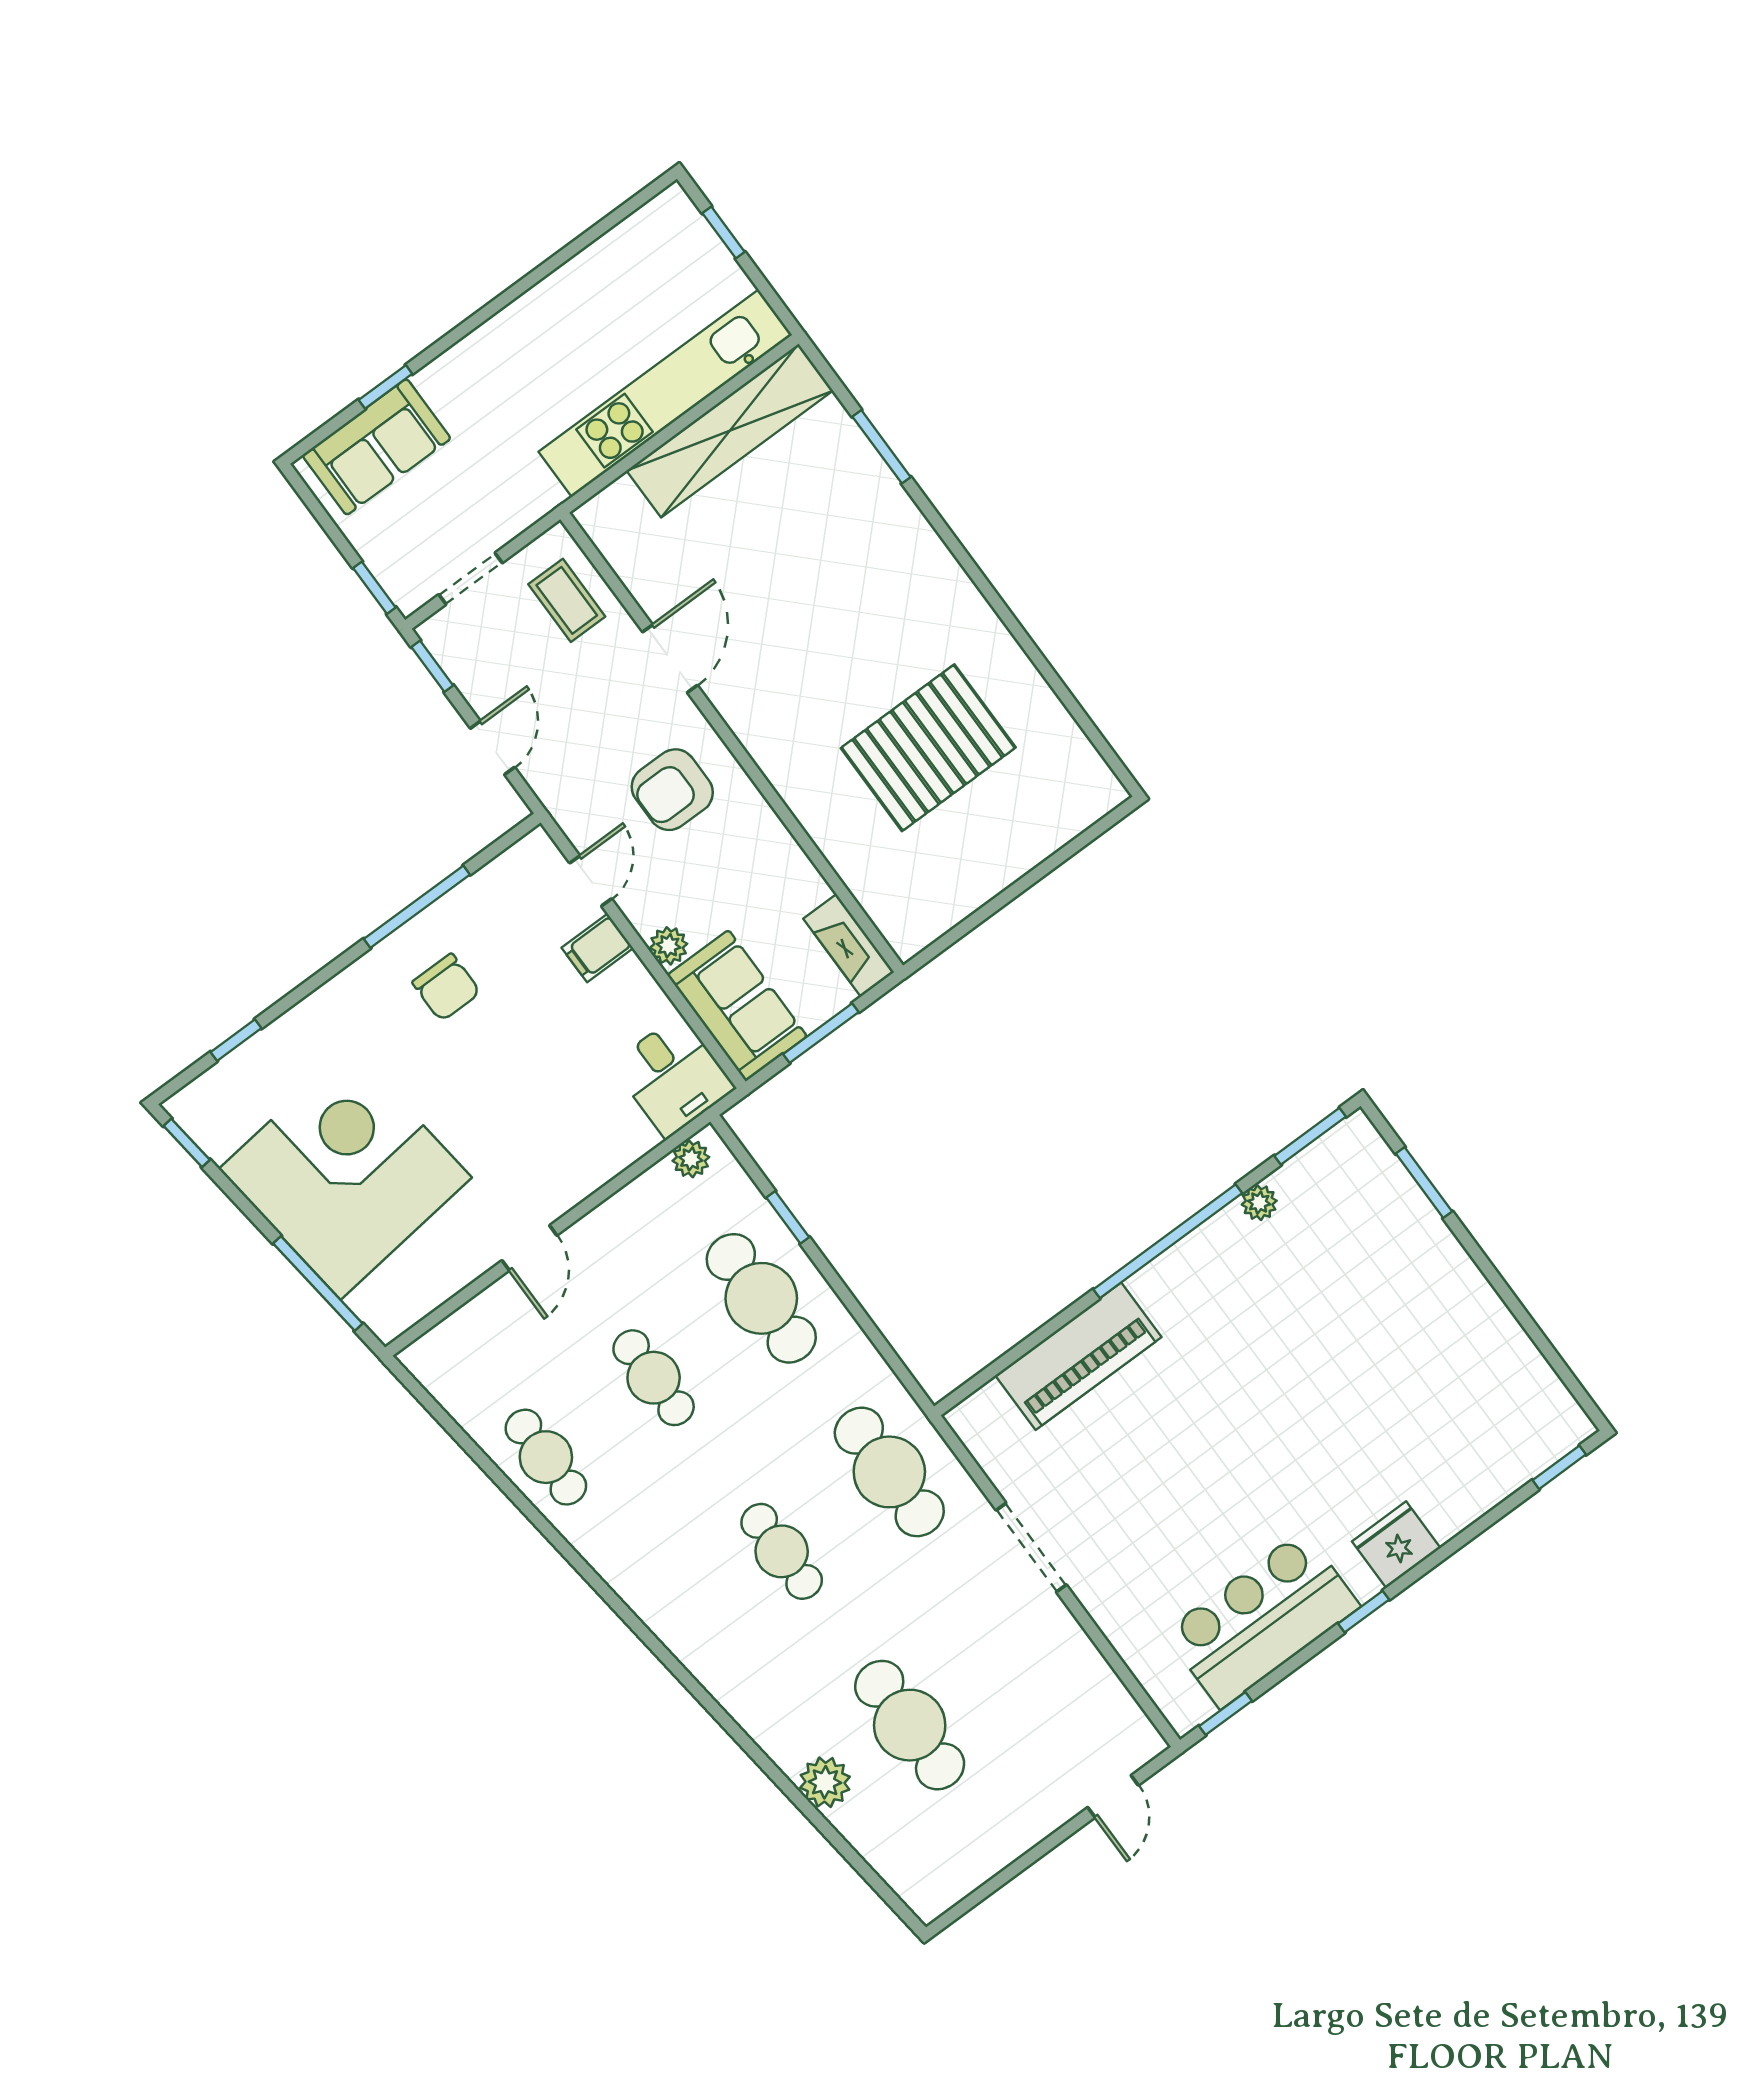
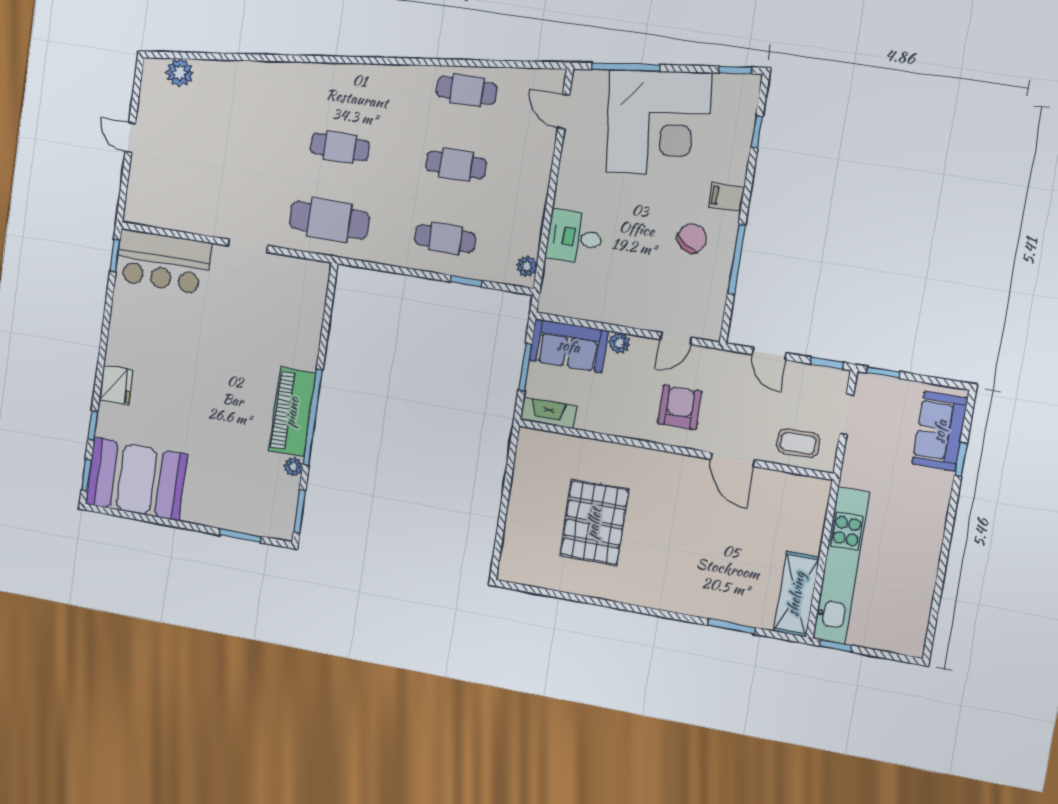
window: (724, 233) -> (836, 646), moved
shelving: (730, 431) -> (796, 594), width x0.68
door: (591, 881) -> (676, 338), hinge flipped
filing cabinet: (597, 948) -> (726, 197), moved, turned -90
chair: (446, 987) -> (692, 238), turned 127
desk: (673, 1076) -> (575, 237), moved
door: (529, 1248) -> (564, 112), moved
cafe table: (761, 1298) -> (445, 239), width x0.73, depth x0.74
piano: (1078, 1356) -> (292, 412), moved
booth: (1494, 1394) -> (137, 479), added
doorway: (1031, 1547) -> (248, 246), width x0.73
window: (1364, 1612) -> (93, 426), moved
bar counter: (1262, 1619) -> (163, 262), moved, turned 90
cafe table: (910, 1725) -> (226, 130), removed
plant: (825, 1782) -> (180, 73), moved
door: (1113, 1796) -> (130, 137), moved

